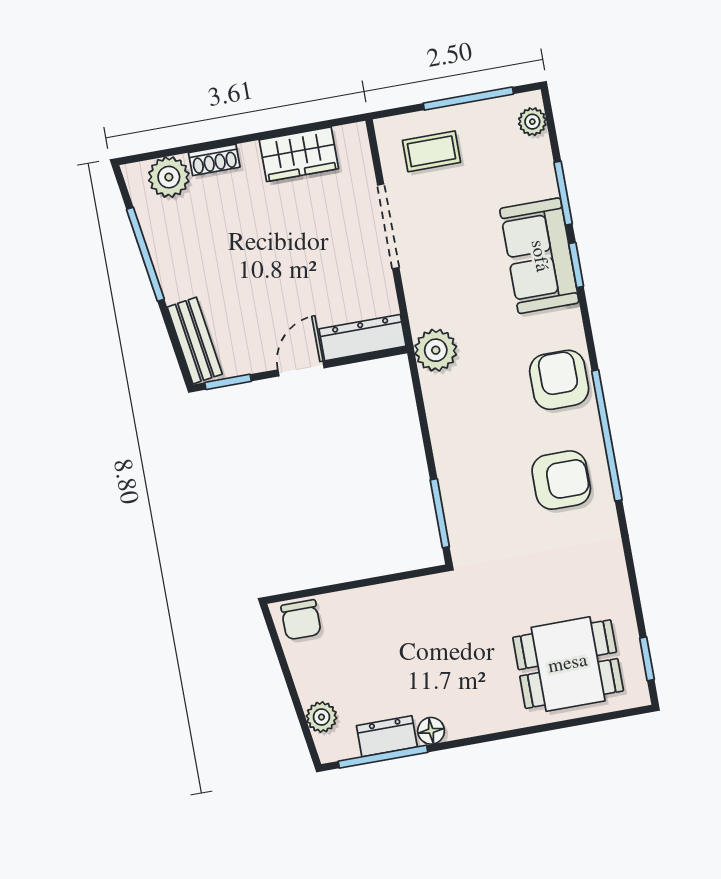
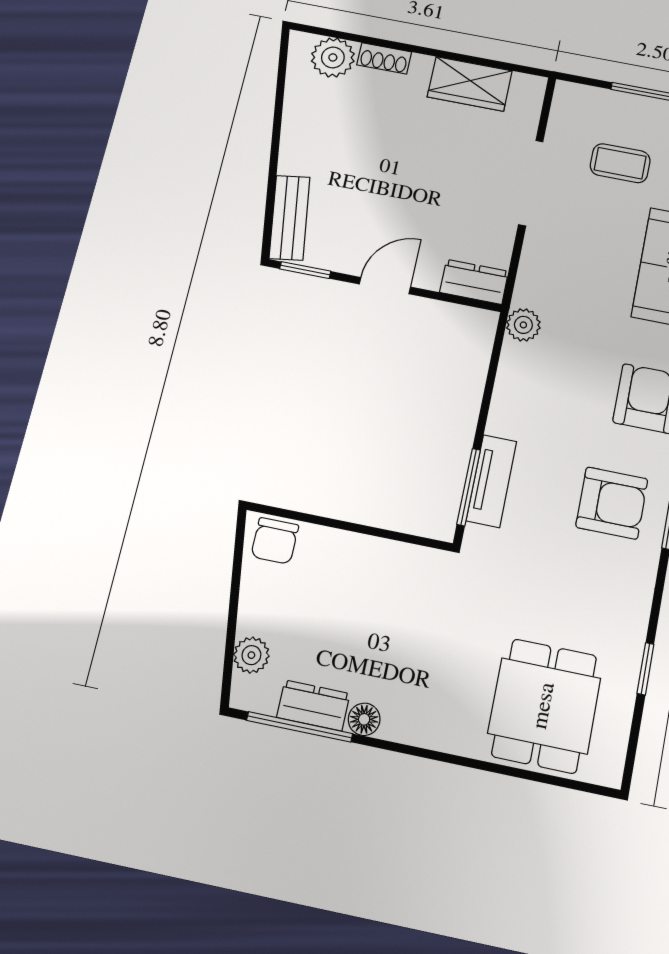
coffee table: (431, 151) -> (620, 163), moved
window: (145, 254) -> (278, 119), removed
dresser: (362, 338) -> (474, 282), width x0.70
plant: (436, 350) -> (523, 325), width x0.73, depth x0.73
tv unit: (456, 501) -> (492, 481), added
window: (647, 659) -> (645, 669), moved
dining table: (568, 664) -> (544, 706), turned 90

